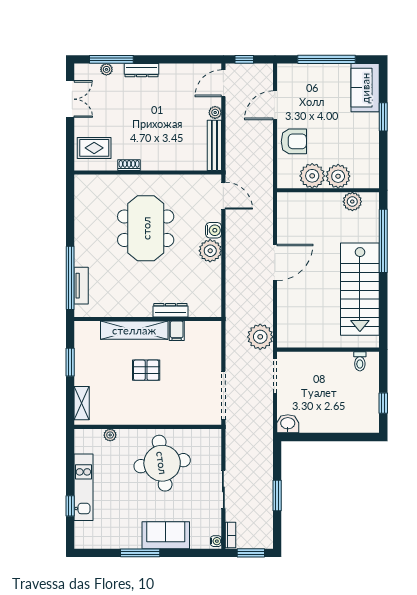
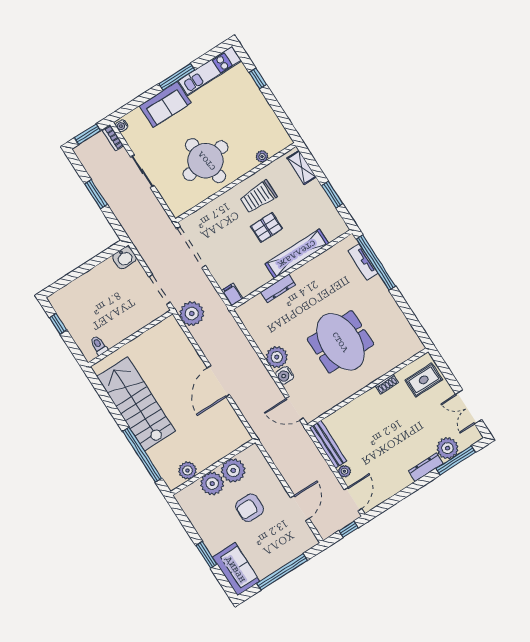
plant: (106, 69) -> (448, 448), width x1.87, depth x1.87
armchair: (294, 141) -> (250, 508), moved
filing cabinet: (177, 331) -> (232, 295), moved
trolley: (136, 402) -> (258, 197), added
kitchen unit: (83, 487) -> (210, 71), moved, turned -90

